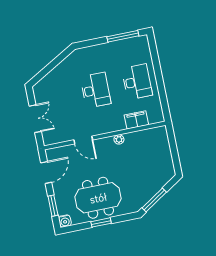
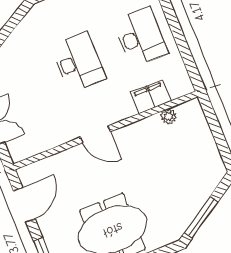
plant: (119, 139) -> (169, 116), moved
door: (83, 140) -> (95, 134), moved

